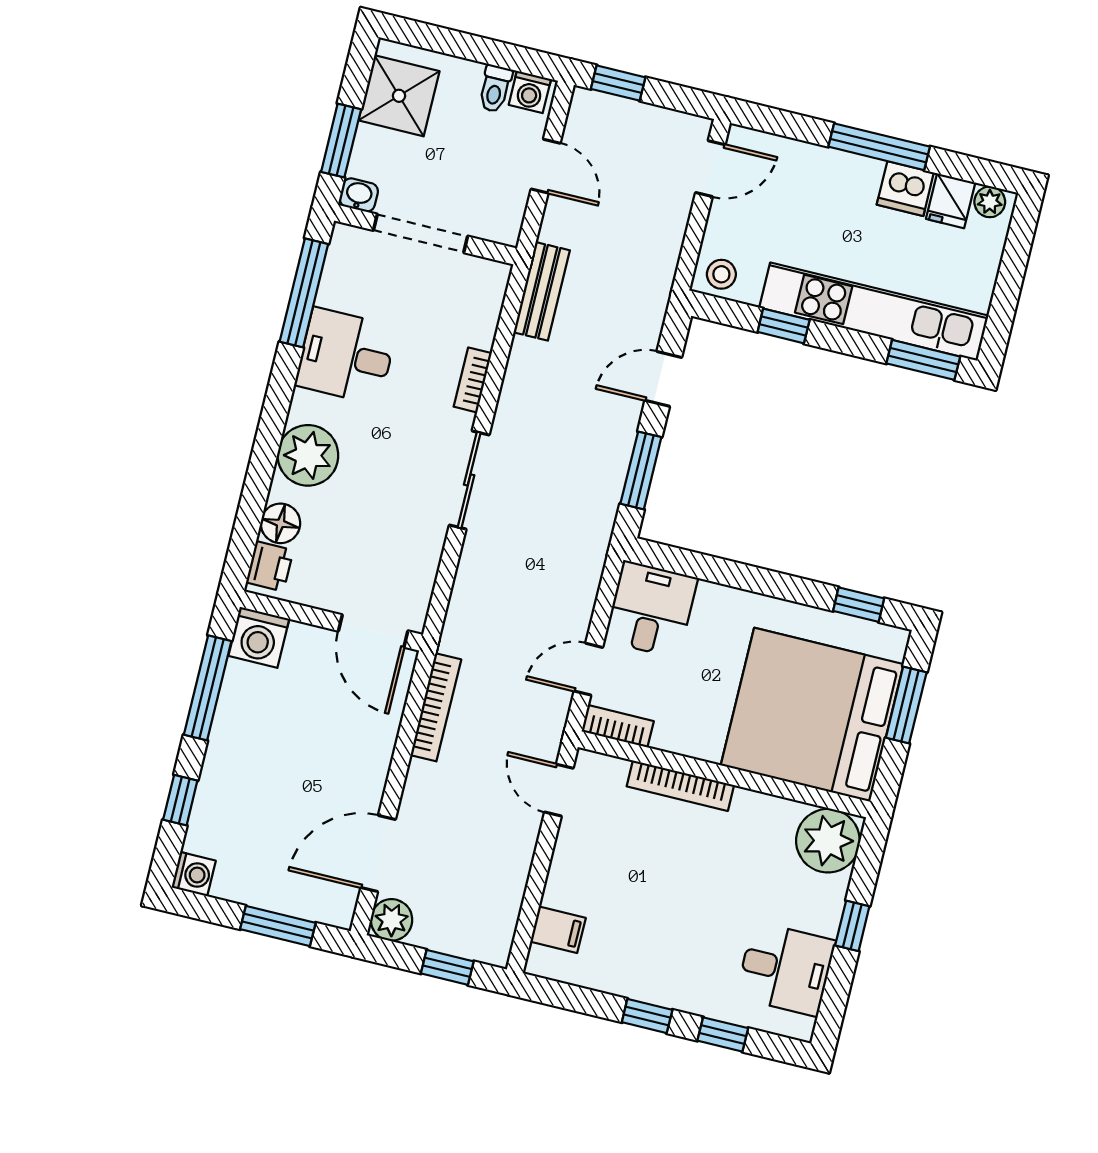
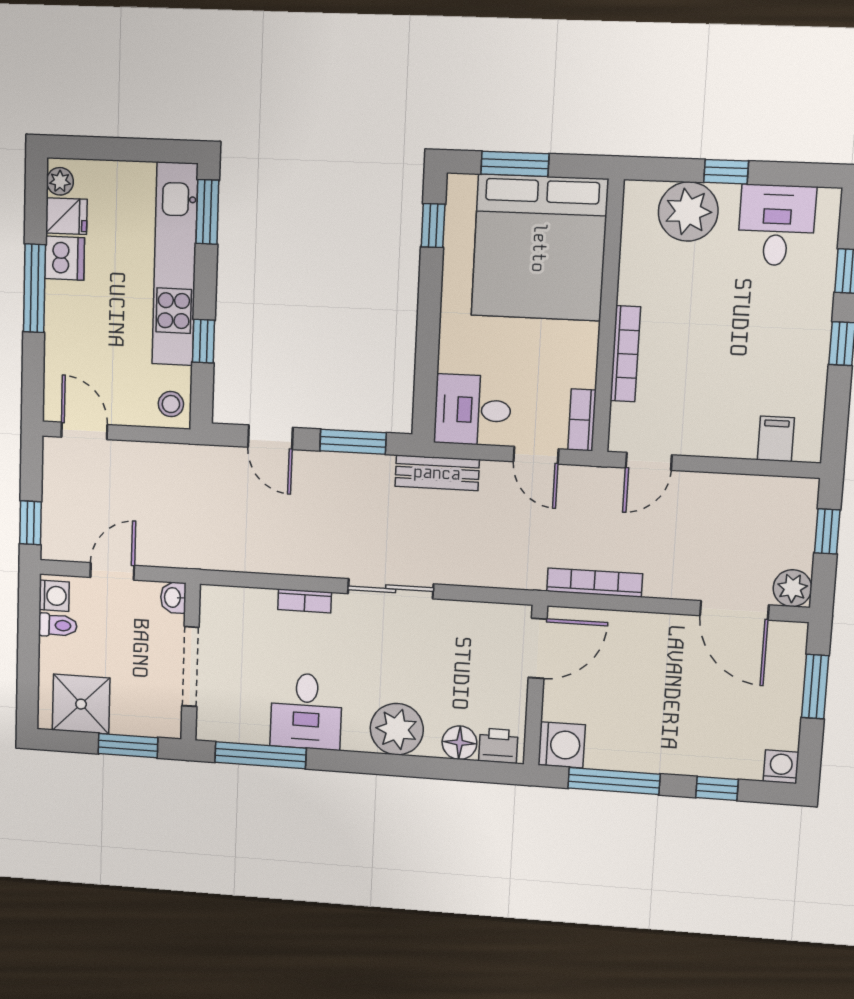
washbasin: (359, 195) -> (173, 598), moved
bench: (542, 291) -> (437, 473), moved
plant: (828, 841) -> (688, 212), moved

